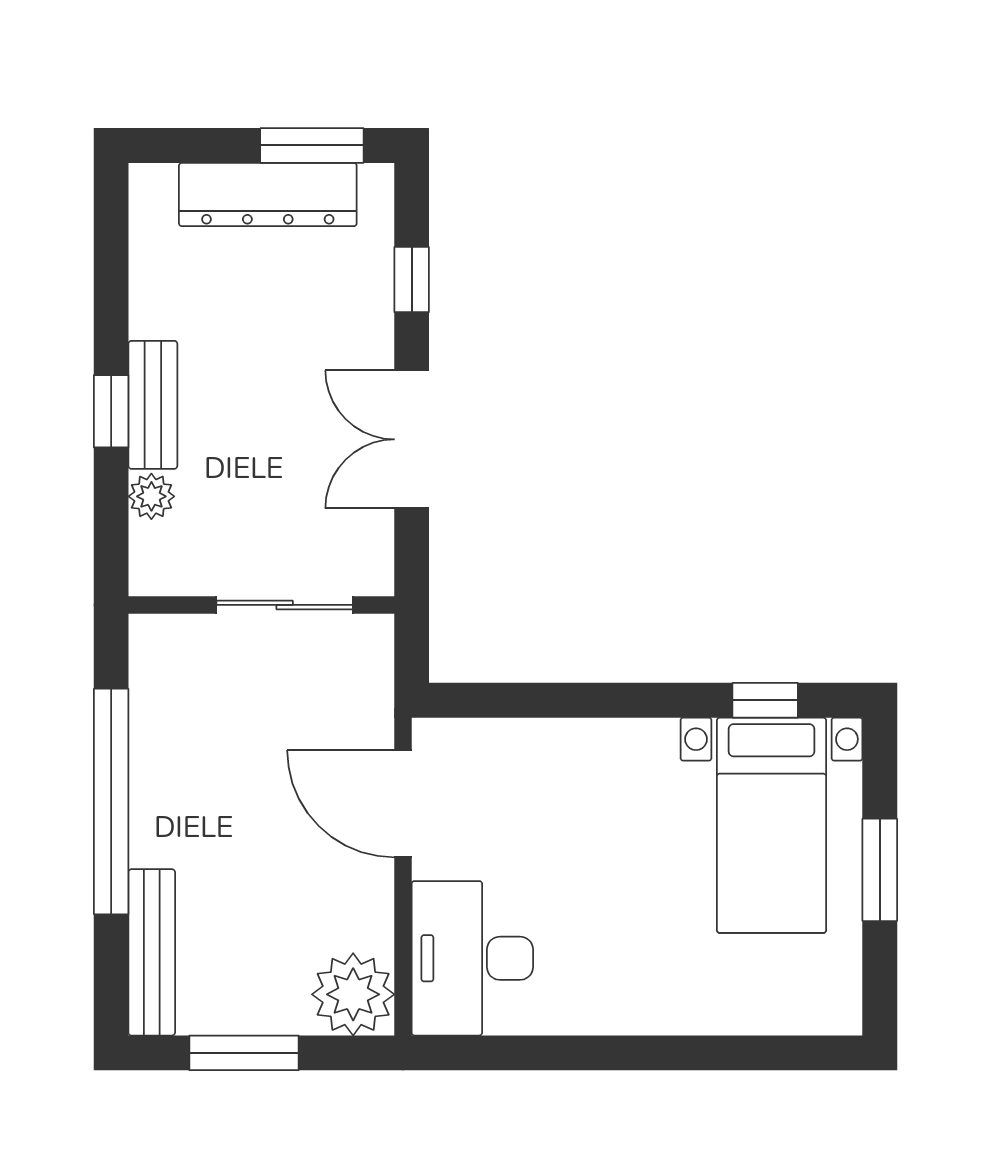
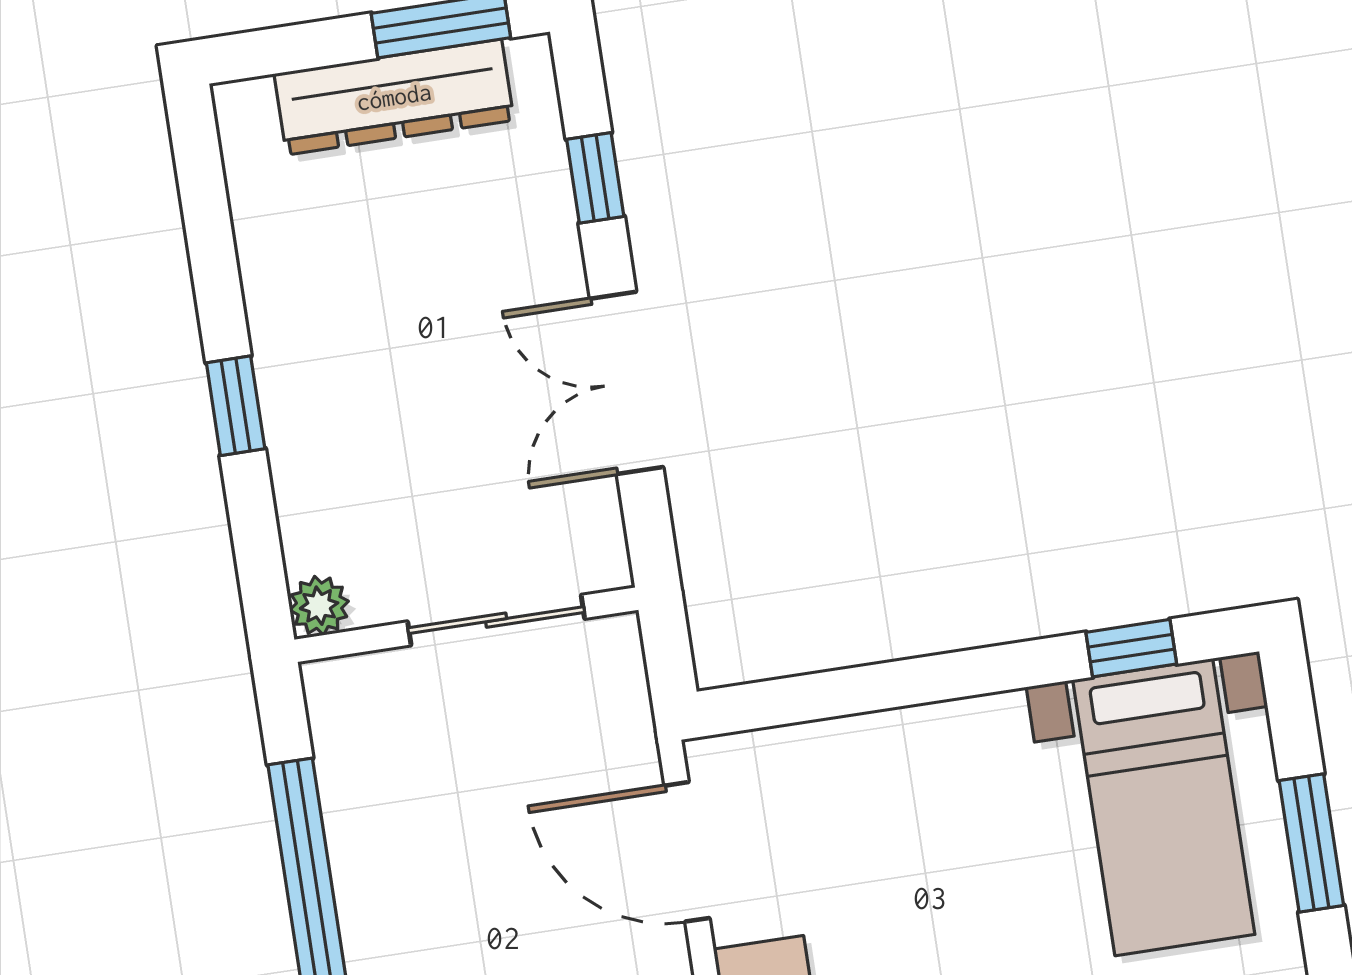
bench: (153, 405) -> (288, 389), removed
plant: (151, 496) -> (319, 606), moved

